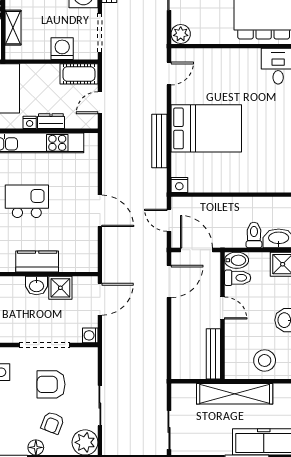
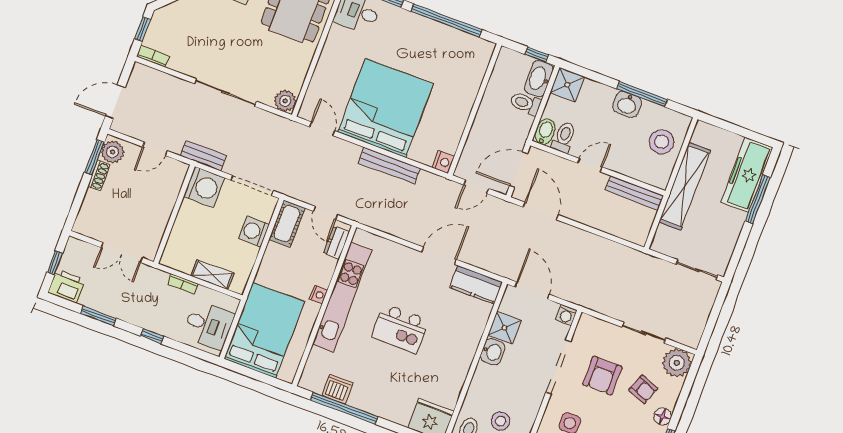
dresser: (51, 121) -> (336, 243), moved
bed: (206, 128) -> (385, 108), width x1.36
kitchen island: (27, 201) -> (400, 329), turned -90
kitchen counter: (37, 261) -> (476, 285), moved, turned -90

